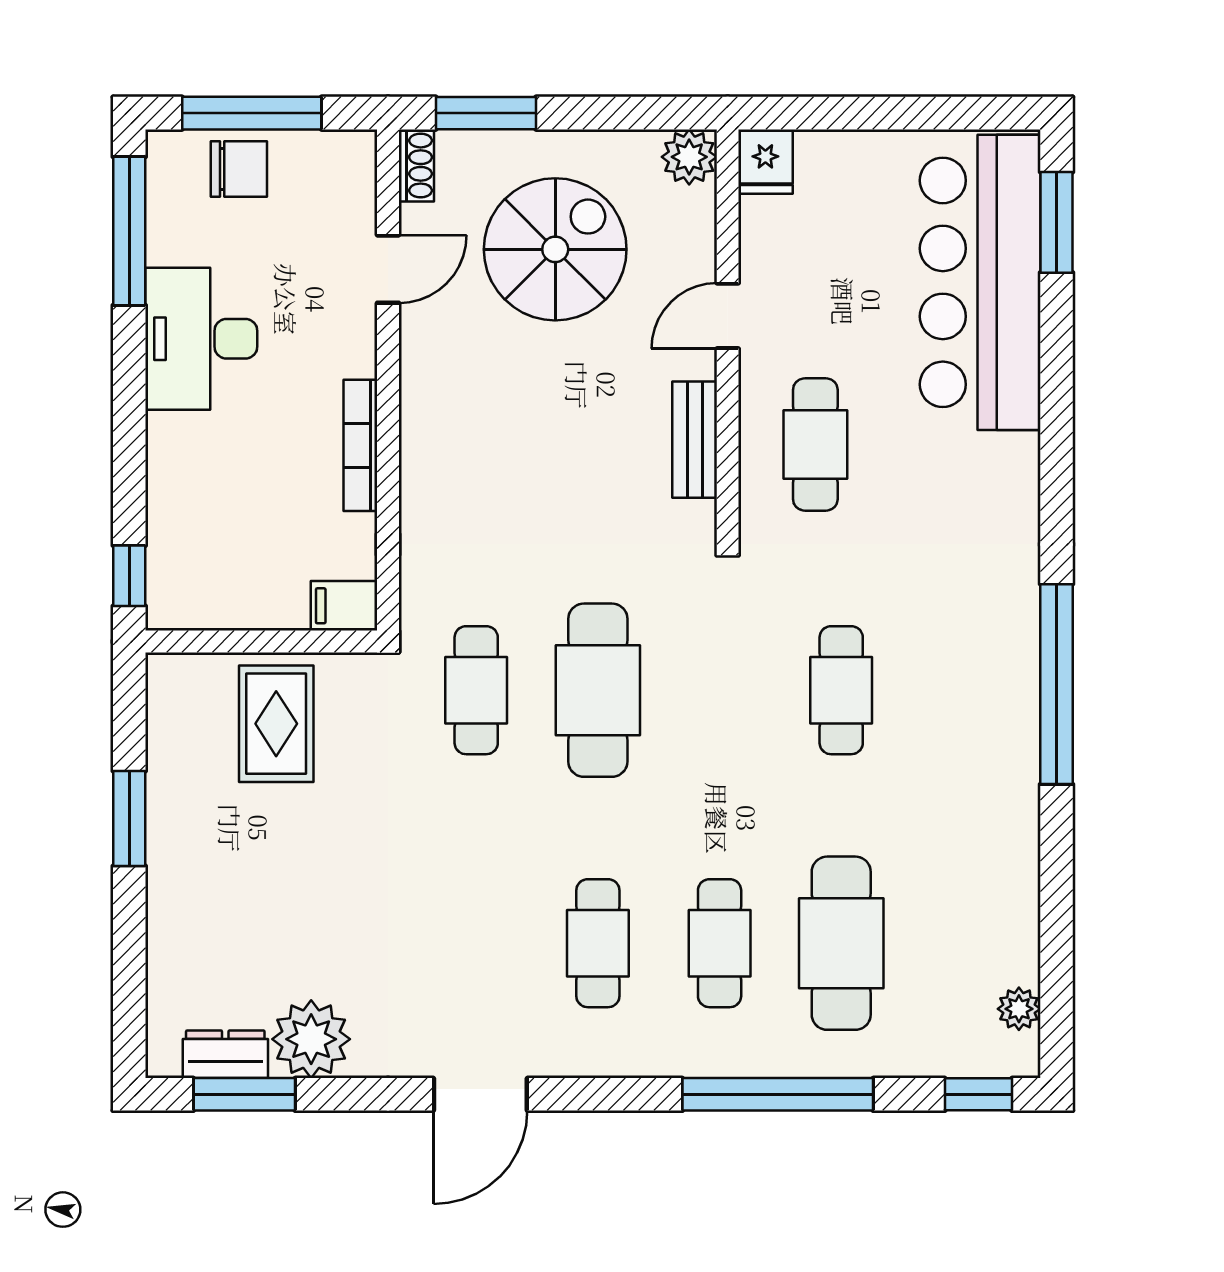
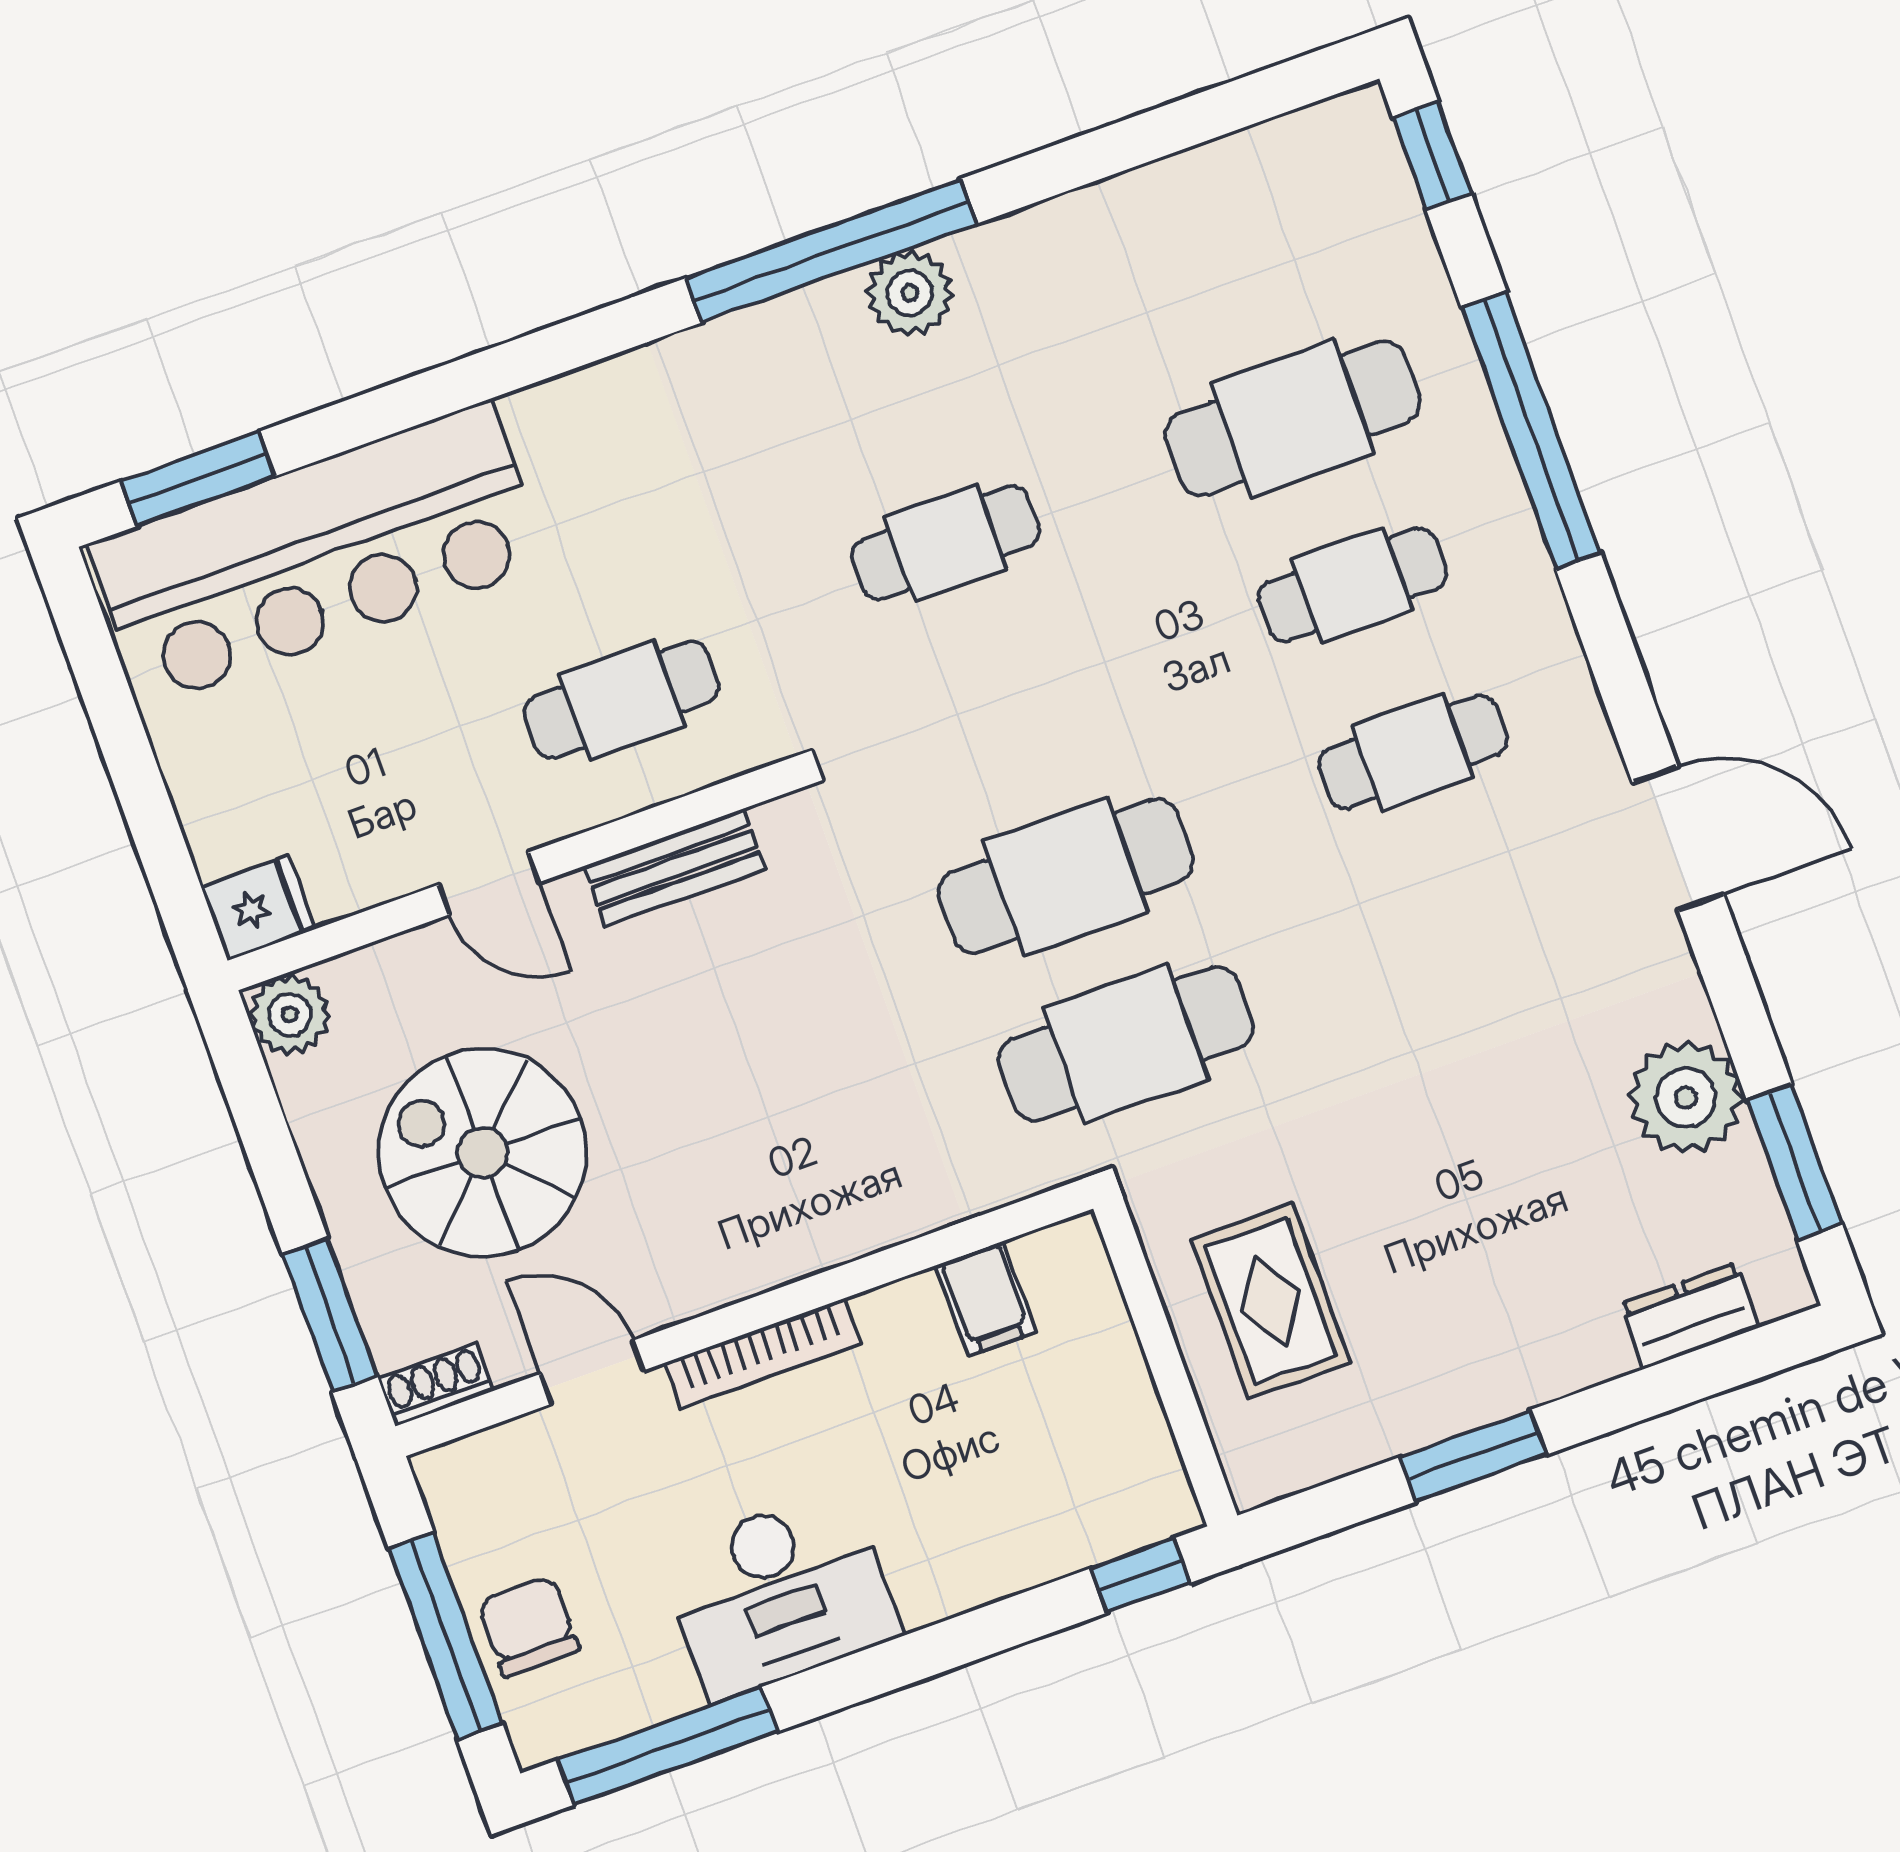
bookcase: (360, 445) -> (762, 1354), moved
filing cabinet: (344, 606) -> (986, 1299), moved
cafe table: (476, 690) -> (1126, 1043), width x1.37, depth x1.35
rug: (276, 724) -> (1271, 1301), turned 90
plant: (1019, 1009) -> (910, 293), moved, width x1.38, depth x1.38
dresser: (225, 1054) -> (1690, 1316), moved, turned 90

